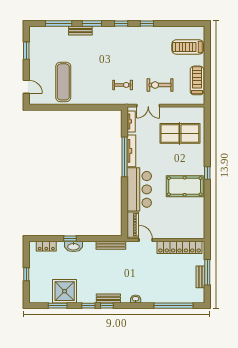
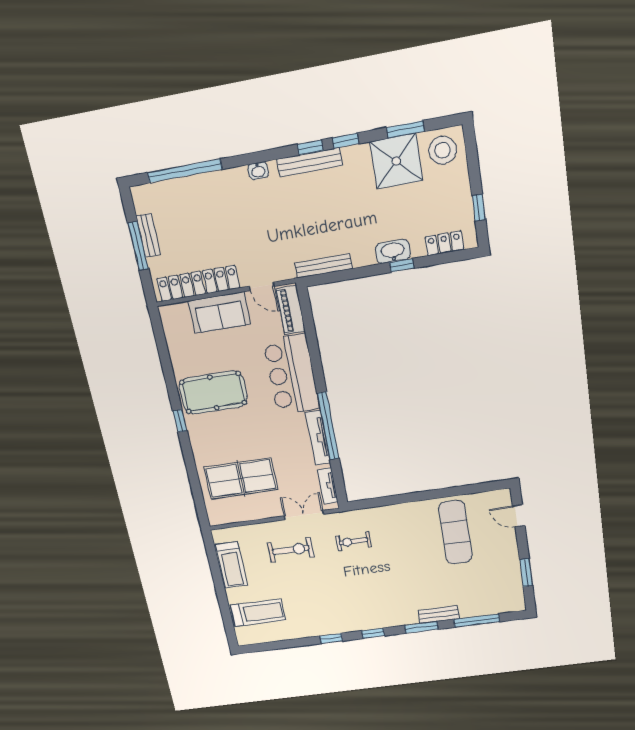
sofa: (172, 230) -> (219, 313), added
window: (26, 274) -> (479, 208), moved
stool: (41, 292) -> (443, 150), added
bench: (108, 298) -> (310, 162), width x1.36

